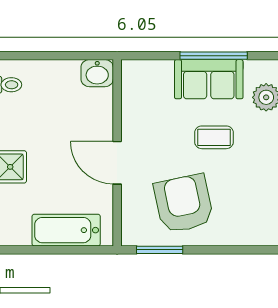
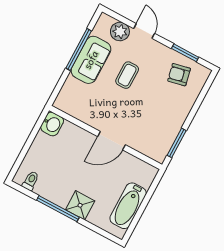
armchair: (184, 204) -> (179, 75), moved, width x0.53, depth x0.53
bathtub: (66, 230) -> (128, 206), moved

